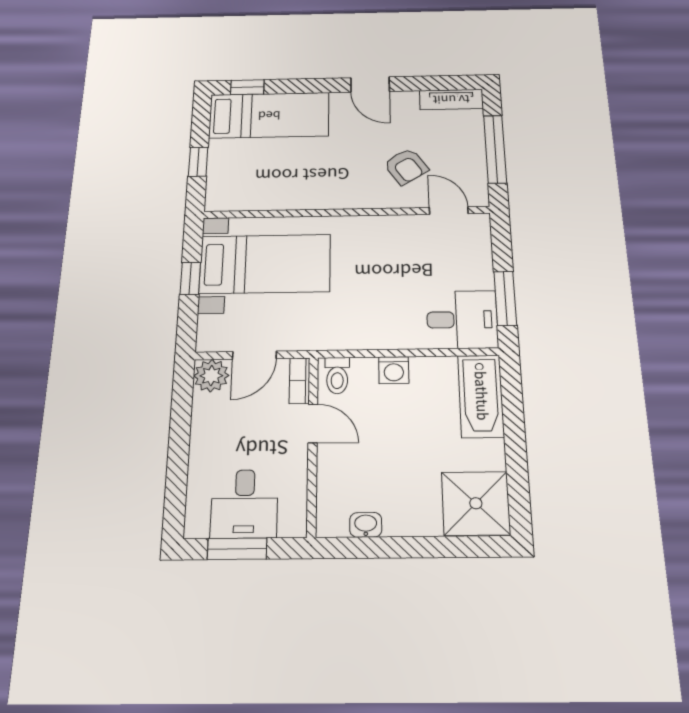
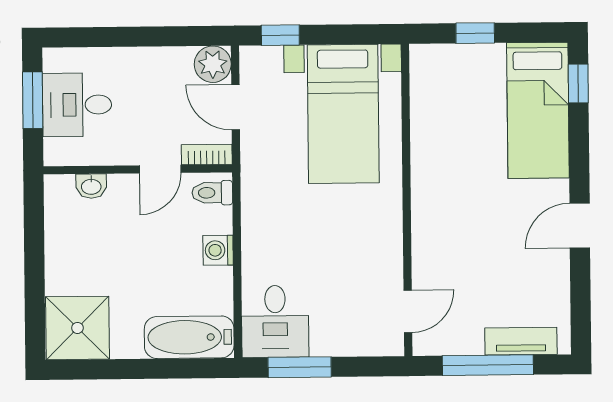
tv unit: (451, 99) -> (521, 341), moved, turned 90
armchair: (406, 166) -> (466, 266), removed
window: (190, 278) -> (280, 35), moved
washbasin: (366, 525) -> (91, 186), moved, turned 90

